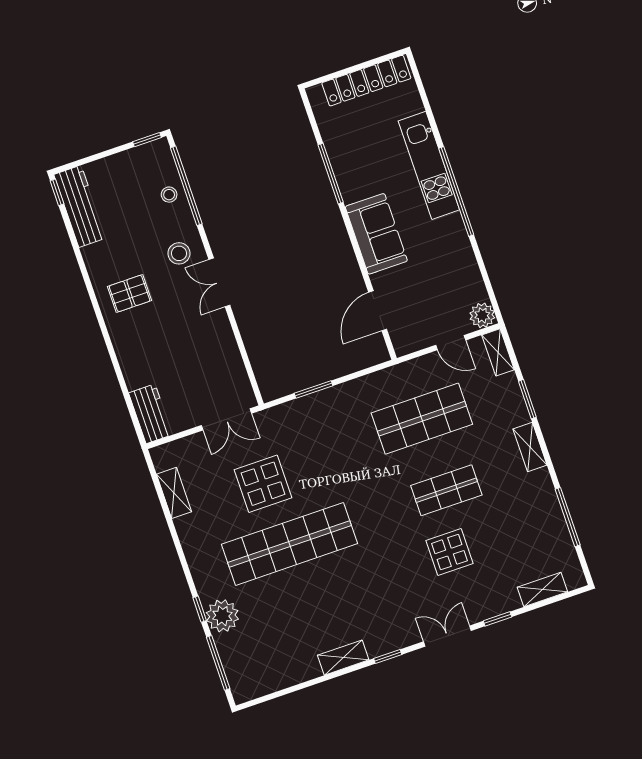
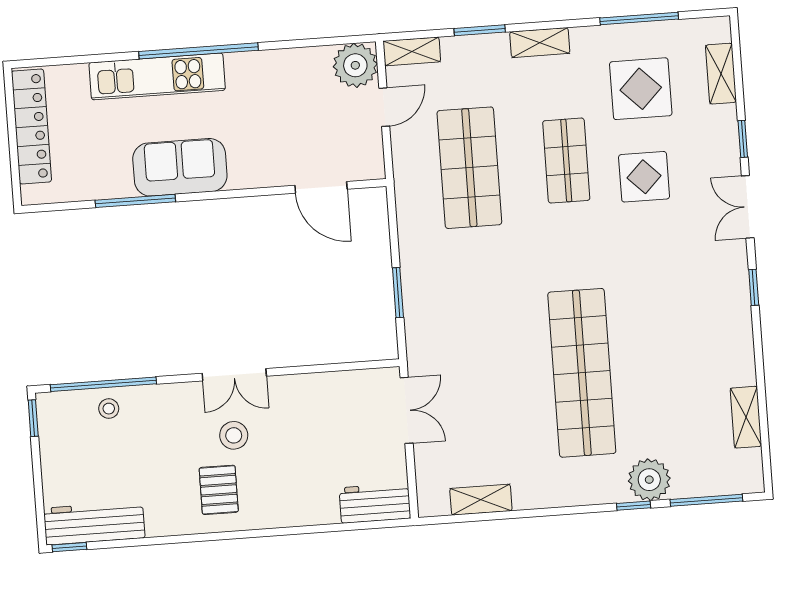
sofa: (376, 234) -> (180, 167), moved
stool: (179, 253) -> (234, 435), moved
plant: (482, 315) -> (355, 65), width x1.36, depth x1.36
display table: (263, 484) -> (641, 89), moved
shelving: (343, 658) -> (746, 417), moved

